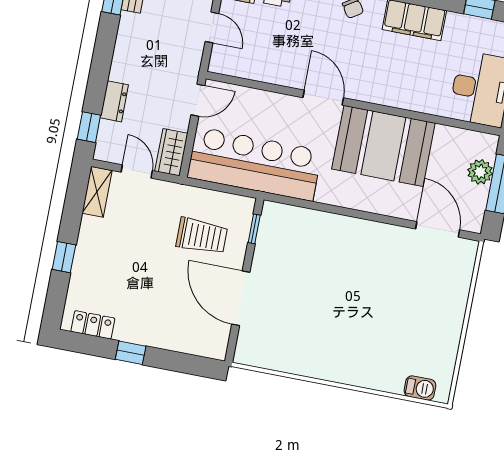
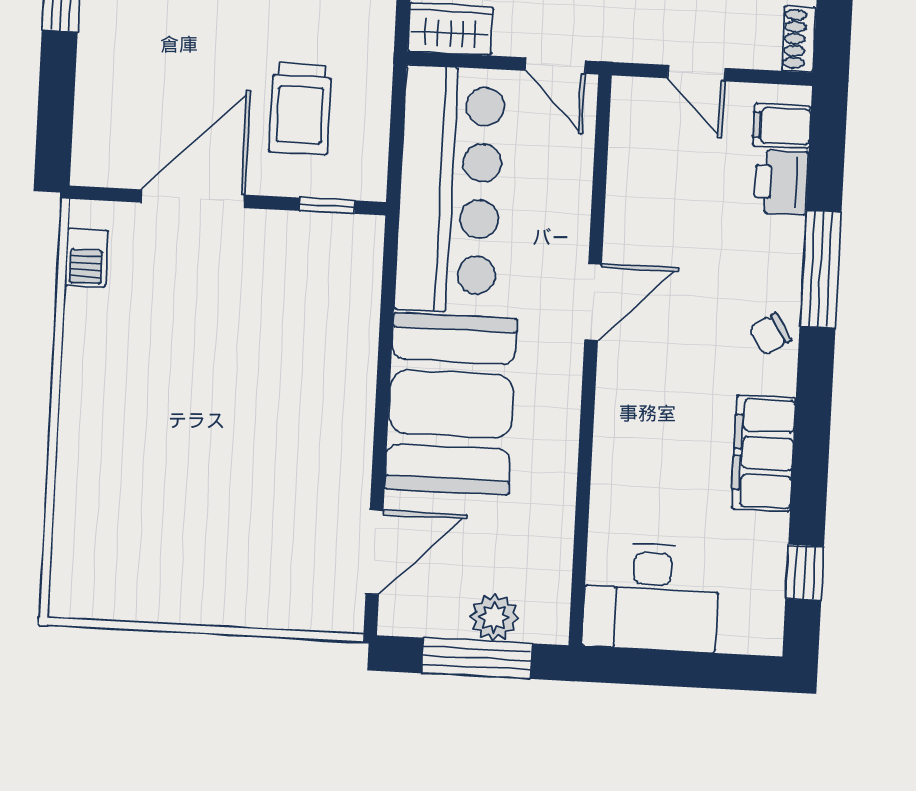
door: (212, 27) -> (696, 73), hinge flipped
booth: (383, 146) -> (451, 404), moved
barbecue: (420, 388) -> (86, 258), moved

